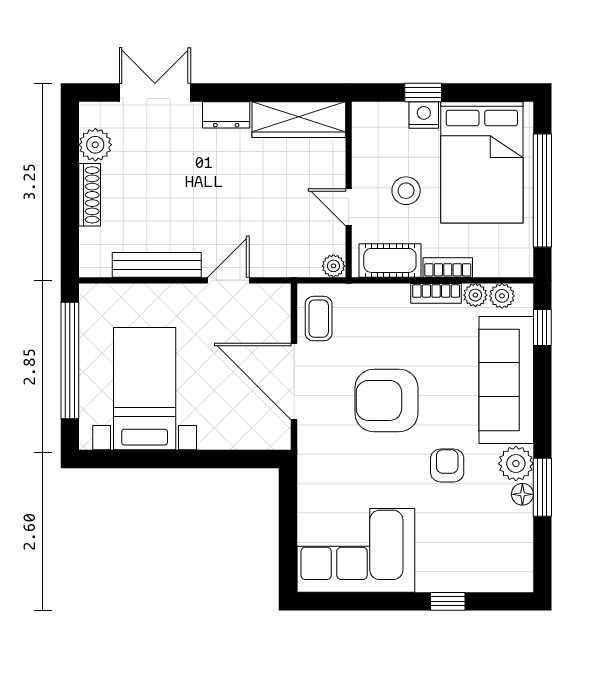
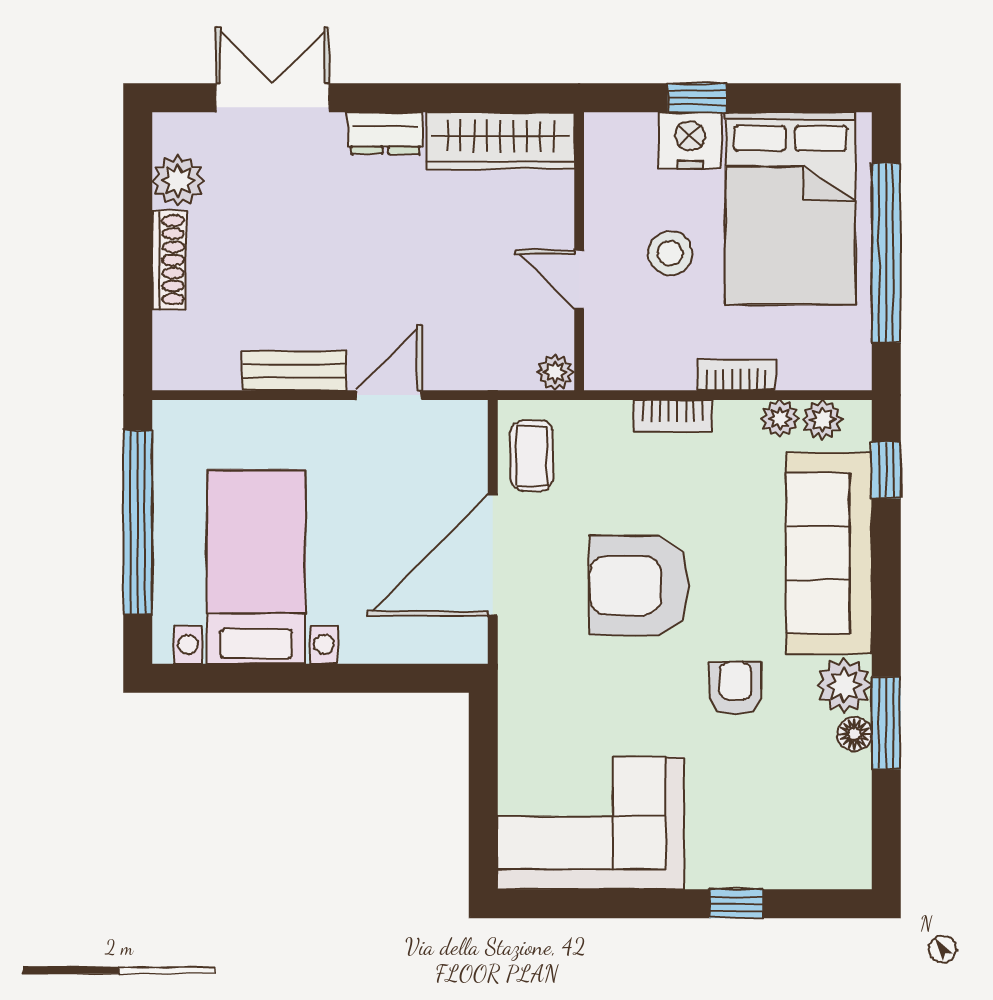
nightstand: (424, 115) -> (690, 140), width x1.36, depth x1.33
cot: (390, 260) -> (645, 364), removed
bench: (157, 265) -> (294, 371), width x0.73
bookcase: (436, 293) -> (673, 416), moved
door: (294, 381) -> (493, 555), hinge flipped

